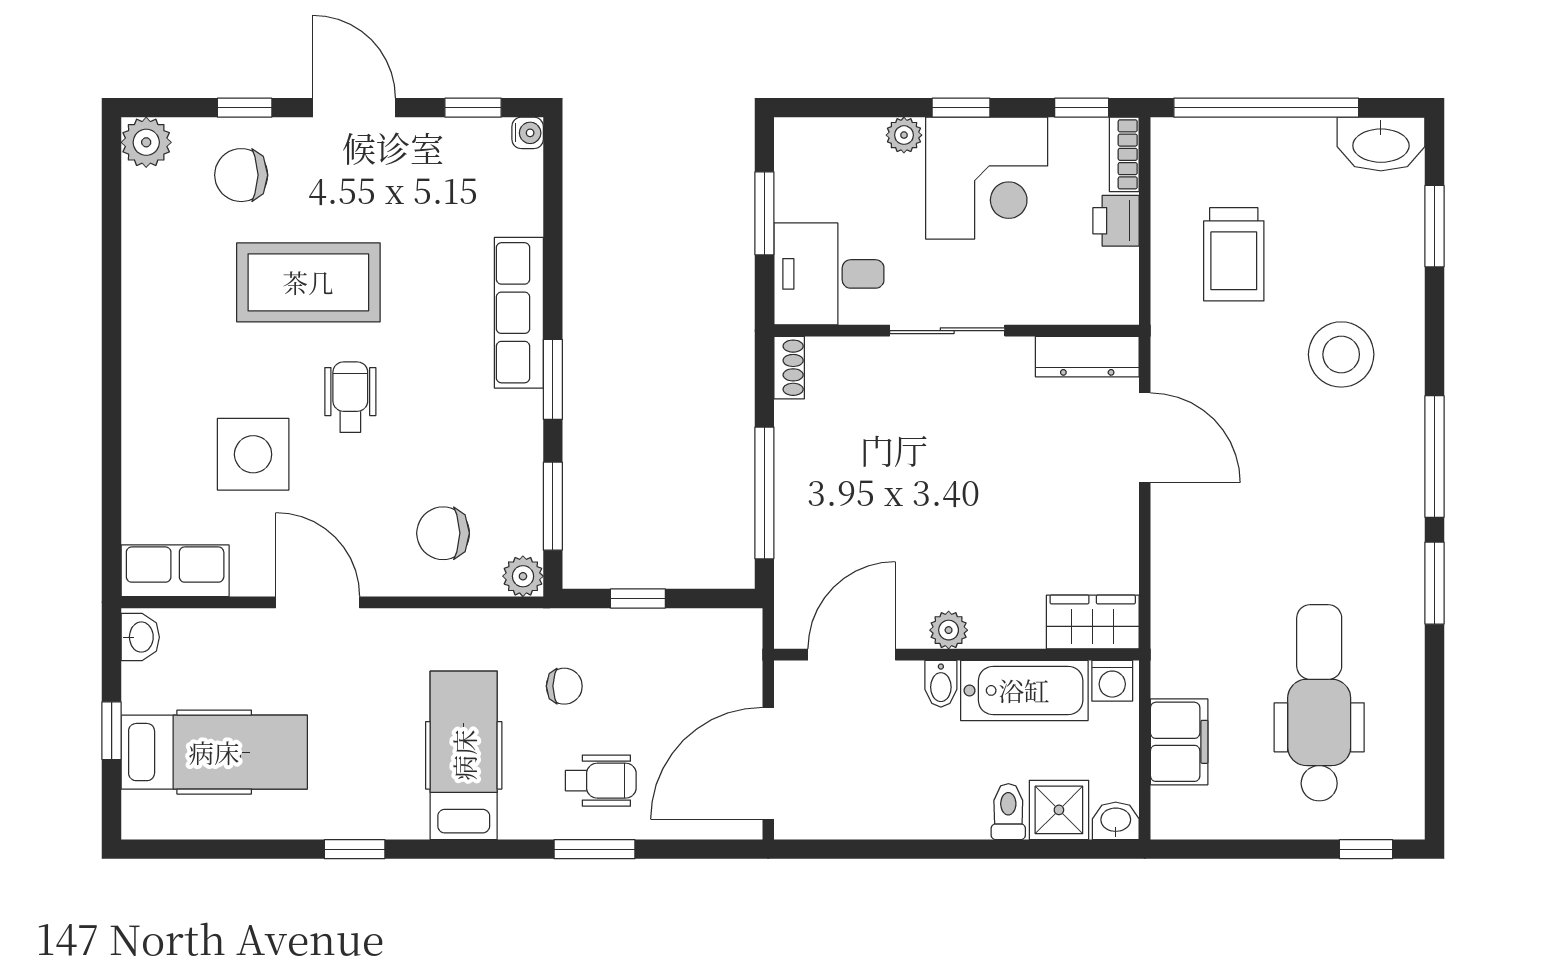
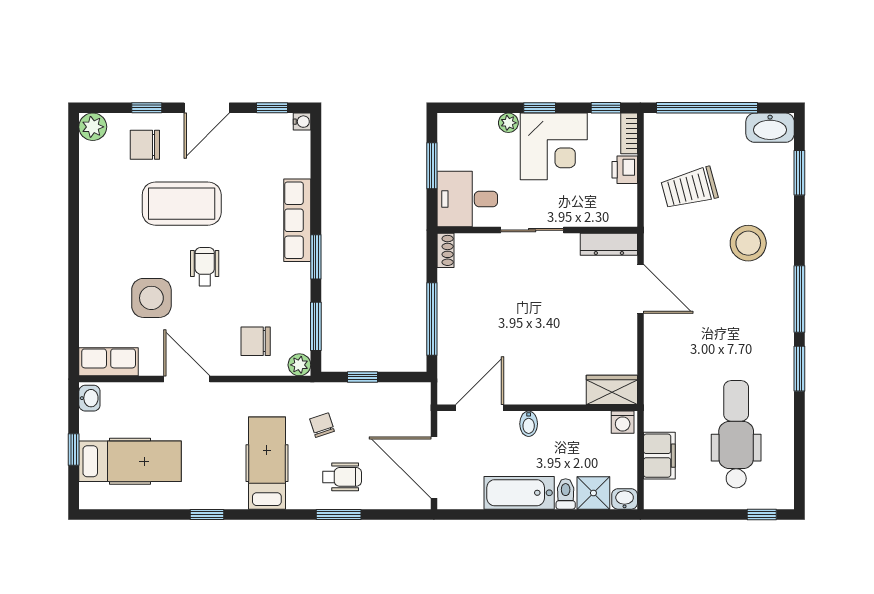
door: (354, 108) -> (207, 108), swing flipped
trolley: (1234, 254) -> (689, 188), turned 75
plant: (949, 630) -> (533, 394), removed
chair: (564, 686) -> (322, 425), turned -108
bathtub: (1024, 690) -> (519, 493), moved, turned 180
door: (768, 763) -> (434, 467), hinge flipped

